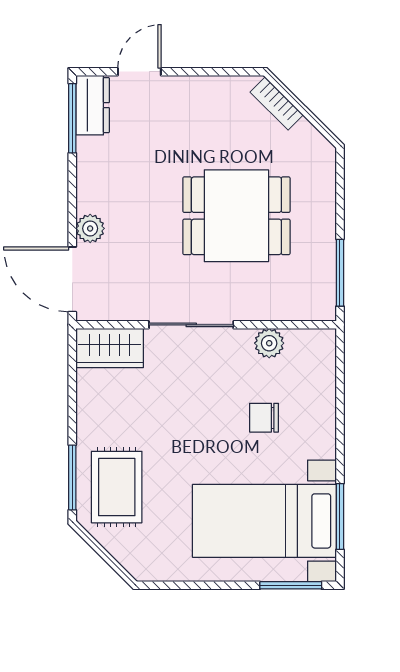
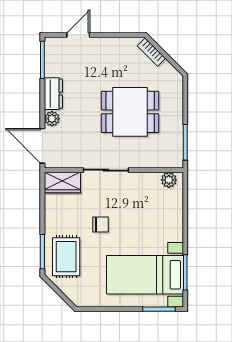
dresser: (93, 105) -> (53, 94), moved
plant: (269, 343) -> (169, 180), moved
chair: (264, 418) -> (101, 225), moved, turned 180

